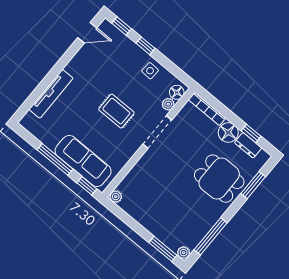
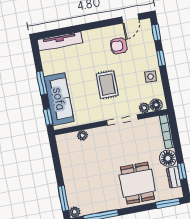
door: (87, 33) -> (130, 18), hinge flipped
armchair: (98, 67) -> (119, 46), added
tv unit: (51, 94) -> (60, 41), moved
window: (55, 159) -> (42, 83), width x0.69
window: (253, 185) -> (168, 203), moved
plant: (116, 197) -> (82, 135), moved

